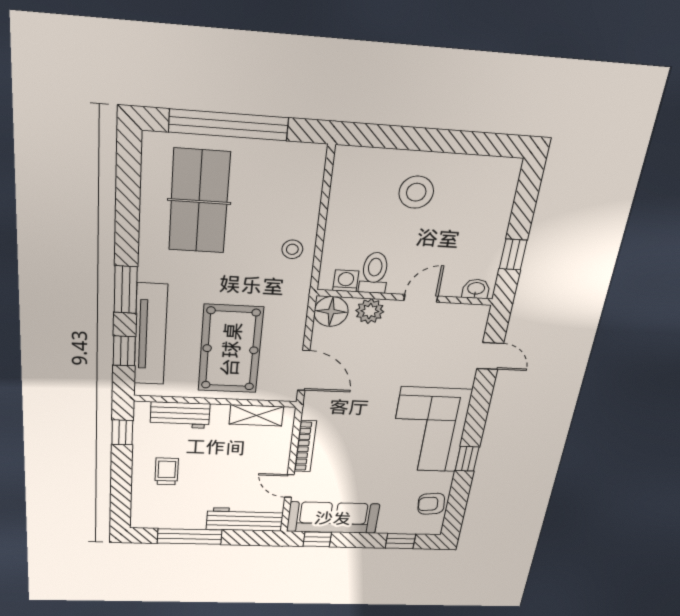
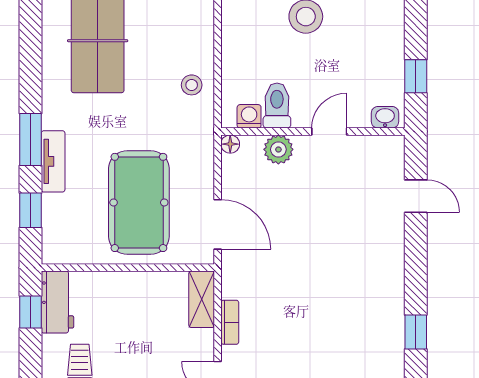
floor lamp: (331, 312) -> (230, 144), width x0.53, depth x0.53
tv unit: (151, 335) -> (53, 161), width x0.52, depth x0.78
workbench: (180, 415) -> (57, 302), moved, turned -90
shelving: (256, 415) -> (202, 299), moved, turned 90
corner sofa: (429, 430) -> (365, 294), removed
bookcase: (305, 446) -> (230, 322), width x0.64

